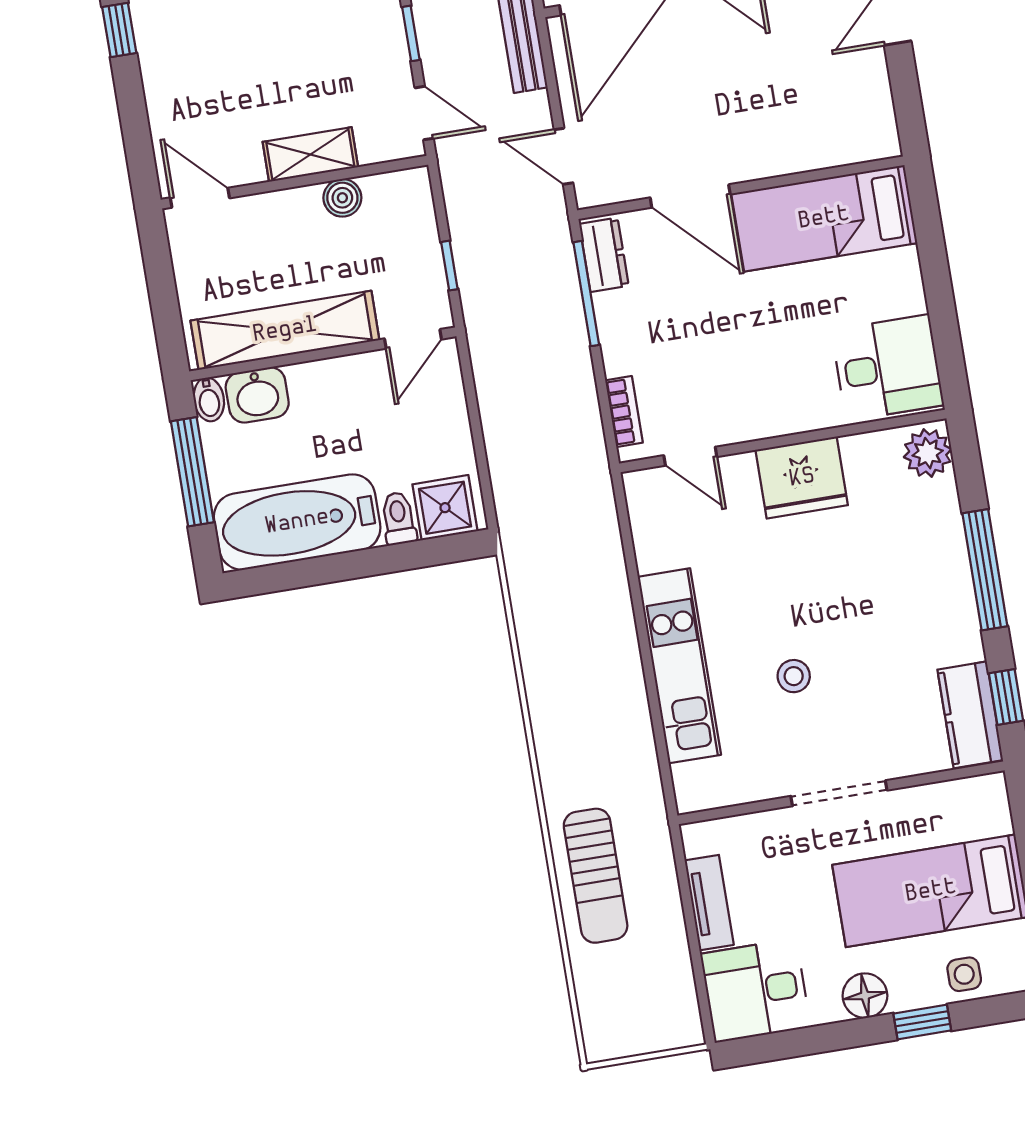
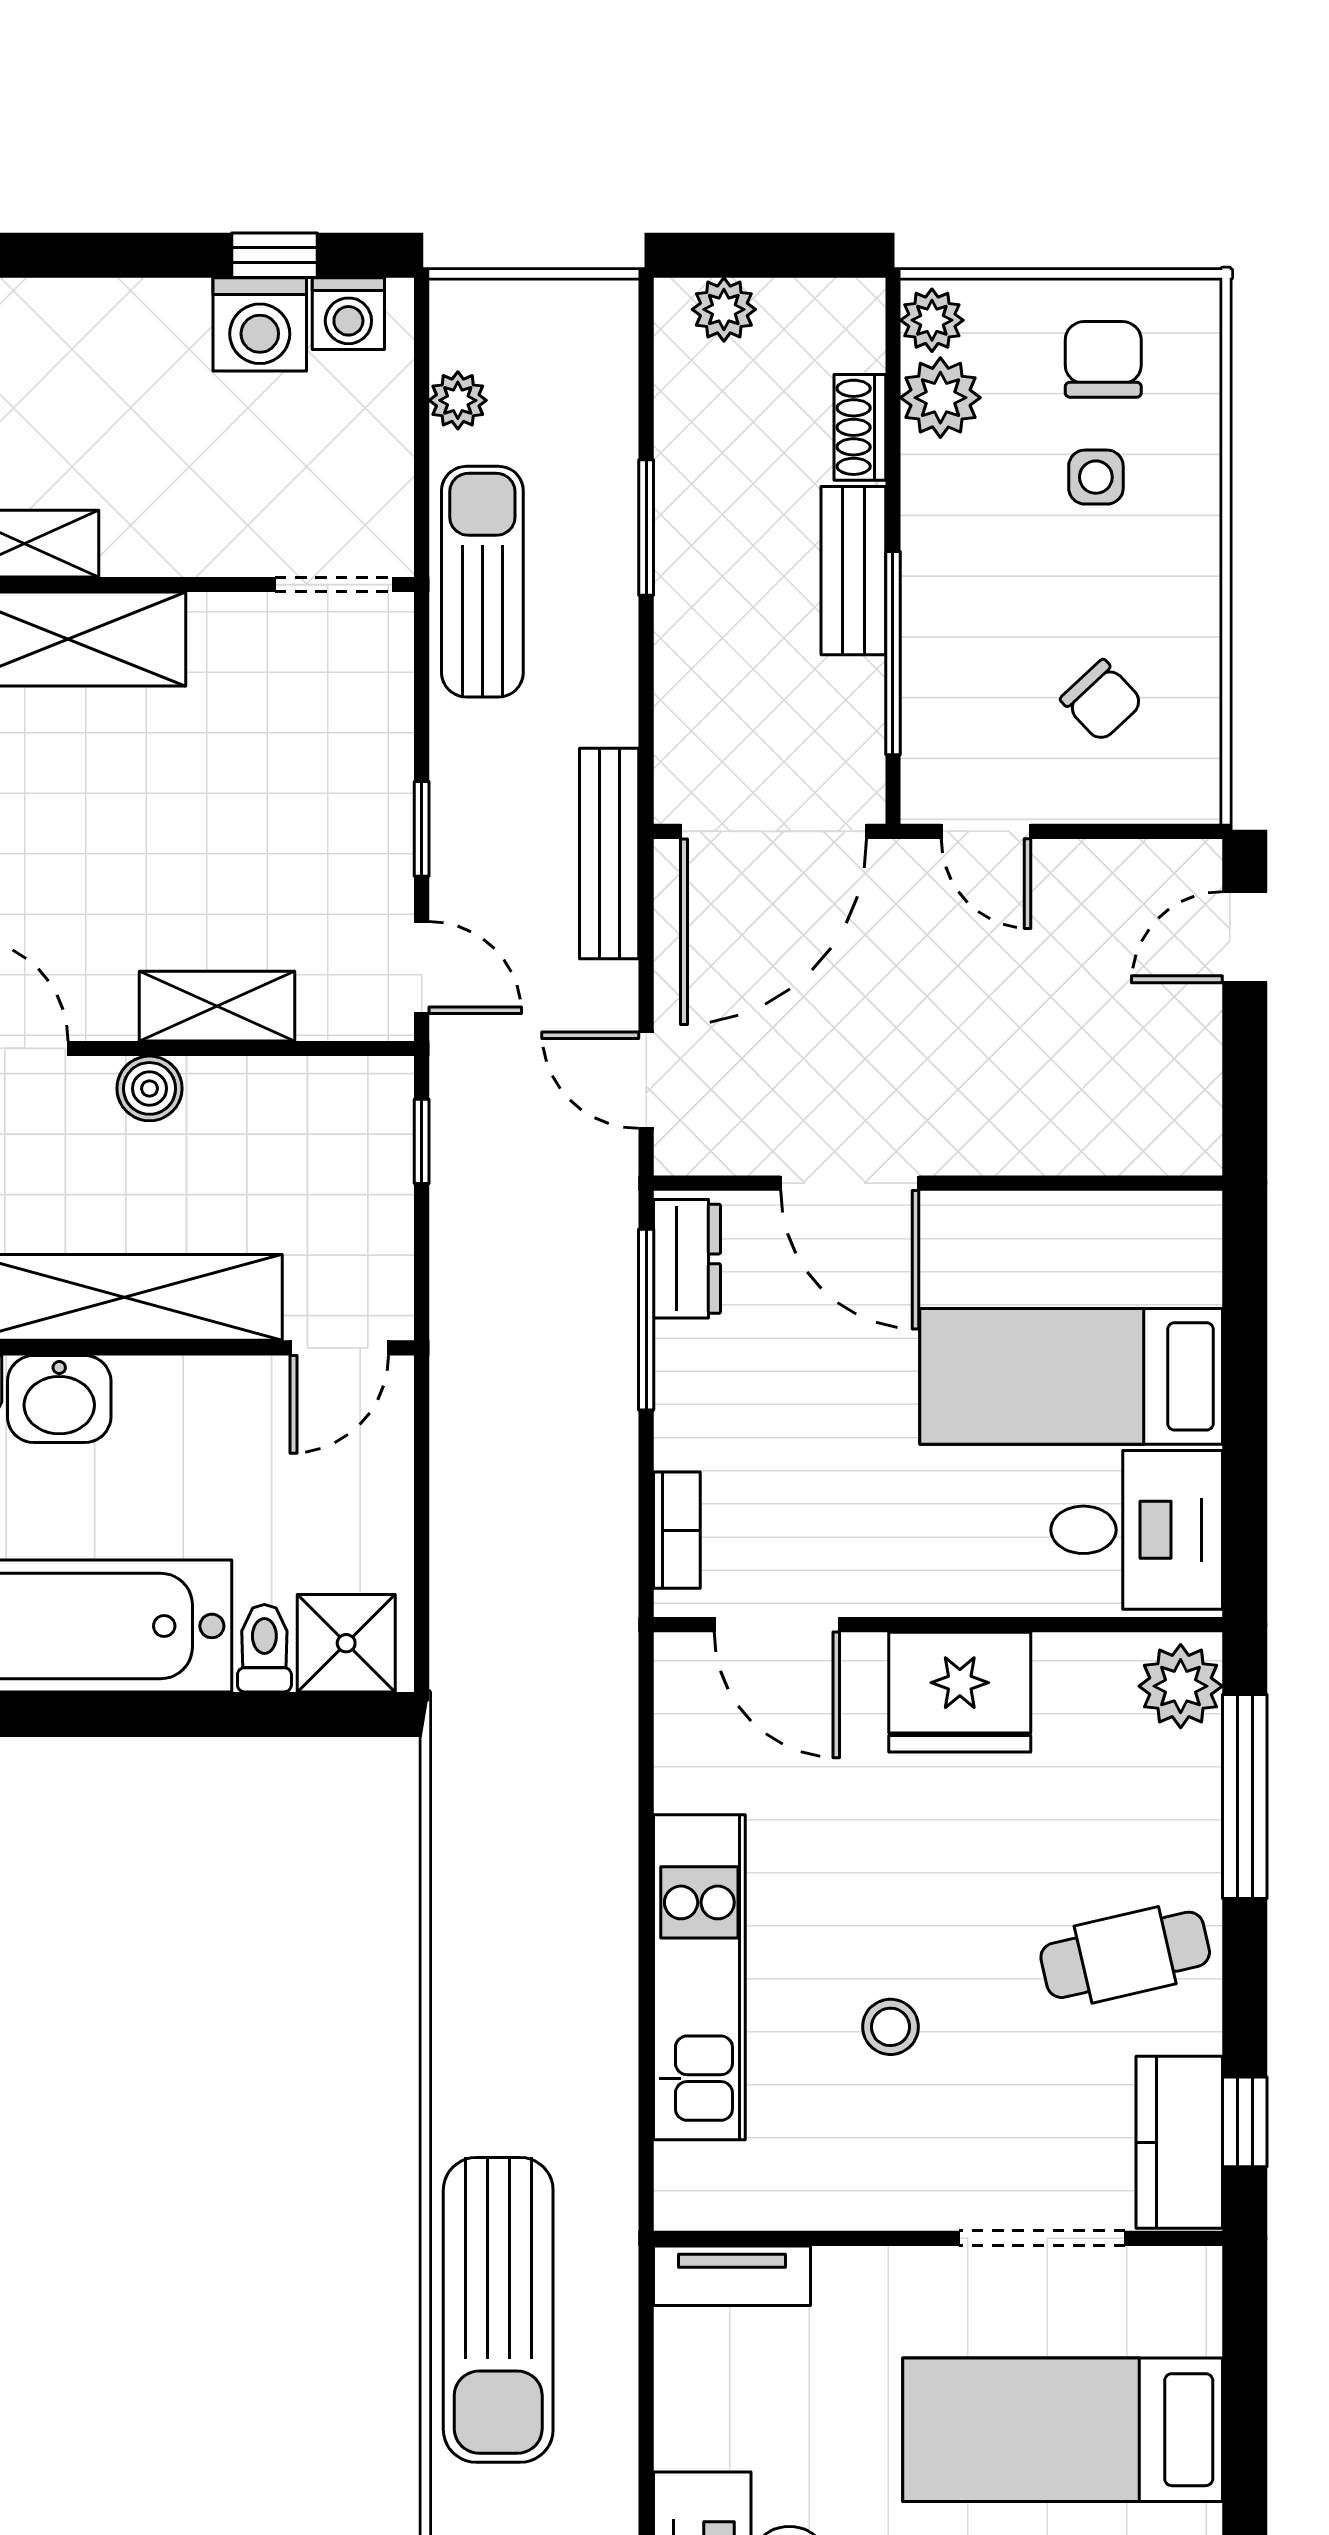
boiler: (342, 198) -> (149, 1088), moved
bed: (824, 218) -> (1071, 1376), moved
window: (449, 266) -> (422, 1141), moved
door: (690, 456) -> (777, 1625), width x1.38
window: (985, 570) -> (1245, 1797), moved
cafe table: (921, 612) -> (1125, 1955), added
doorway: (839, 793) -> (1042, 2238), moved
sun lounger: (596, 876) -> (498, 2310), width x1.36, depth x1.34
tv unit: (709, 903) -> (732, 2276), moved, turned 90

